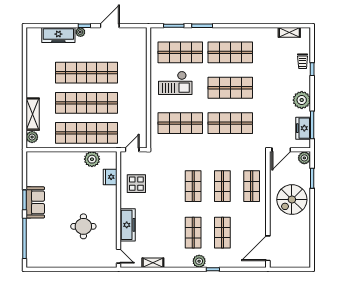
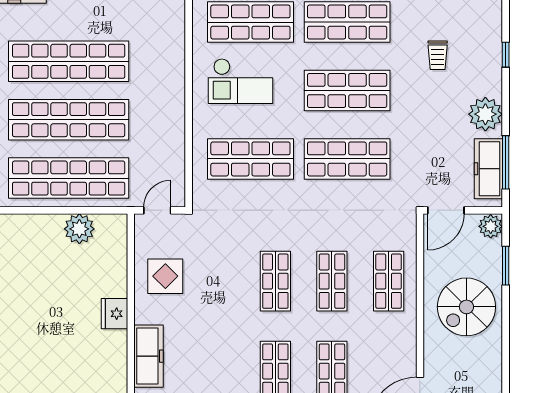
trolley: (303, 61) -> (438, 55), moved
freezer: (303, 128) -> (488, 169), width x1.40
fridge: (110, 177) -> (114, 314), moved
round table: (83, 226) -> (63, 359), removed

